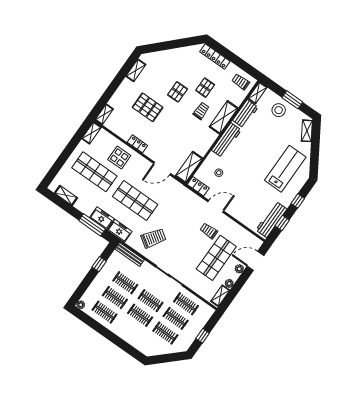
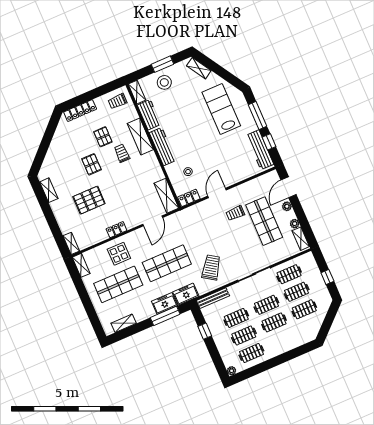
window: (298, 201) -> (258, 115), width x2.17

